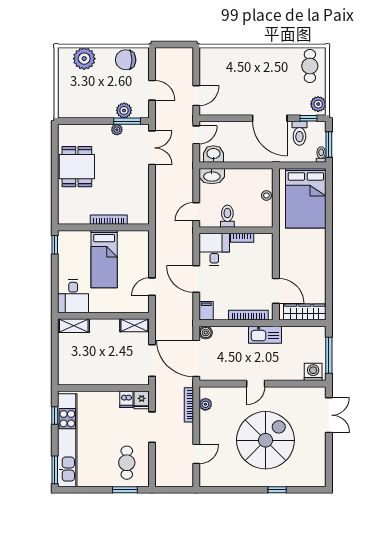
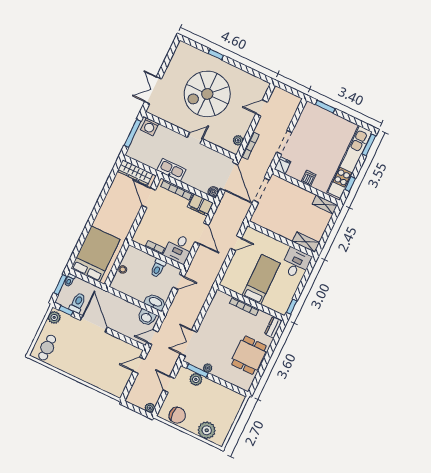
plant: (161, 53) -> (150, 408), added
dresser: (64, 211) -> (273, 327), added
filing cabinet: (206, 311) -> (200, 205), width x2.00
shelving: (134, 325) -> (325, 205), moved
dishwasher: (126, 399) -> (308, 178), moved
cafe table: (127, 463) -> (315, 125), removed

